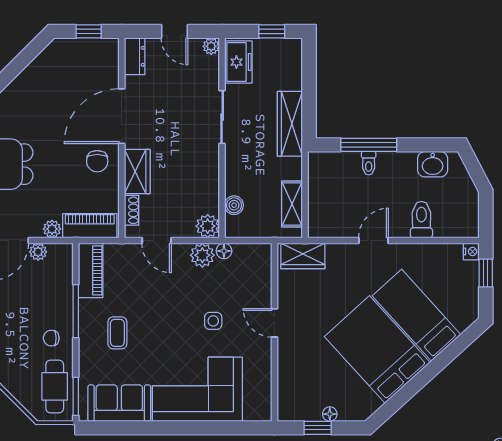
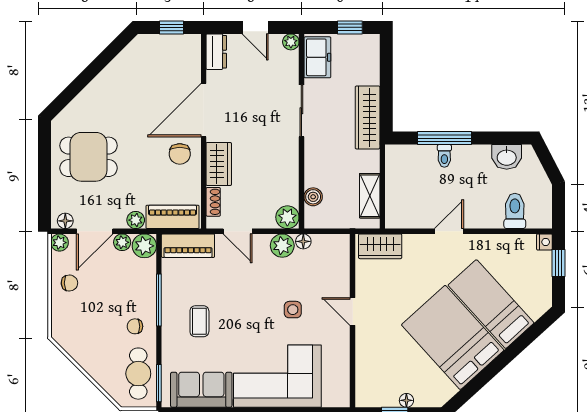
toilet: (421, 220) -> (515, 211), moved
plant: (61, 255) -> (144, 246), added
piano: (91, 270) -> (188, 246), moved, turned 90

